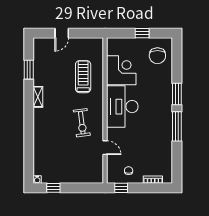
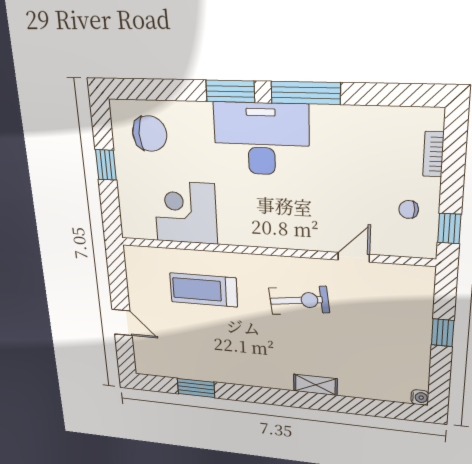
shelving: (38, 97) -> (315, 385), moved
desk: (122, 107) -> (261, 139), moved, turned 180
window: (53, 188) -> (443, 333), moved

